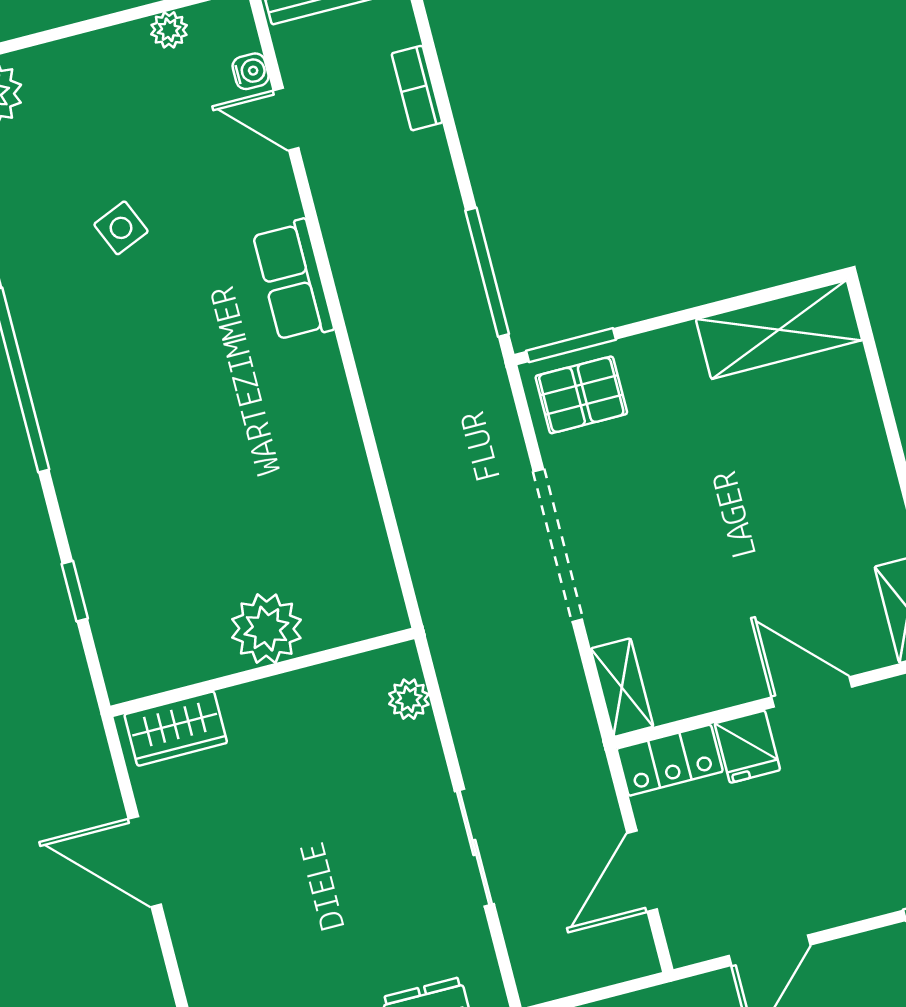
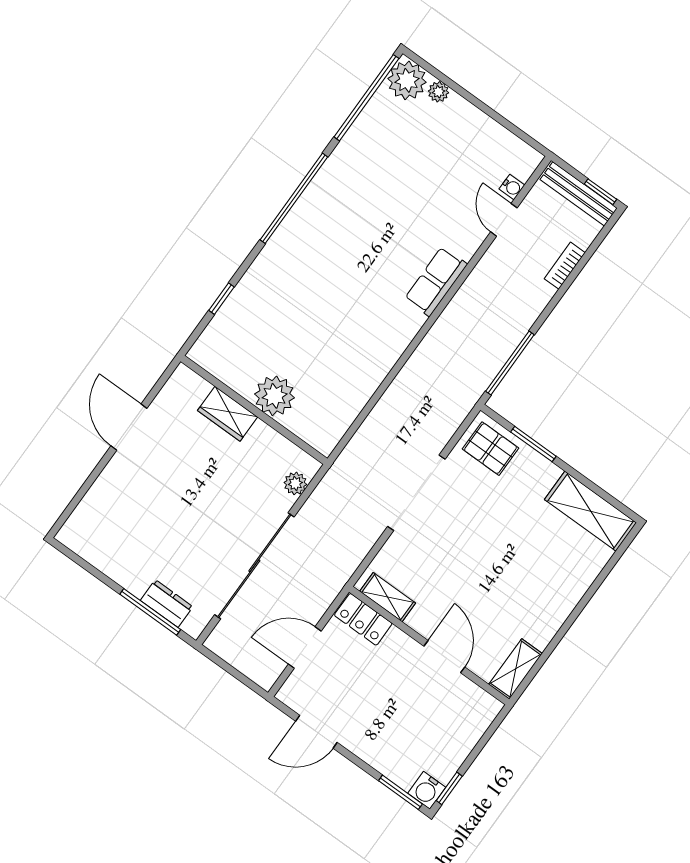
plant: (169, 30) -> (438, 92), moved
side table: (121, 228) -> (397, 187), removed
window: (571, 345) -> (533, 444), moved
shelving: (622, 688) -> (388, 597), moved, turned 90
wardrobe: (176, 729) -> (228, 414), moved
fridge: (747, 747) -> (397, 648), removed
sliding door: (474, 847) -> (254, 566), width x1.86

